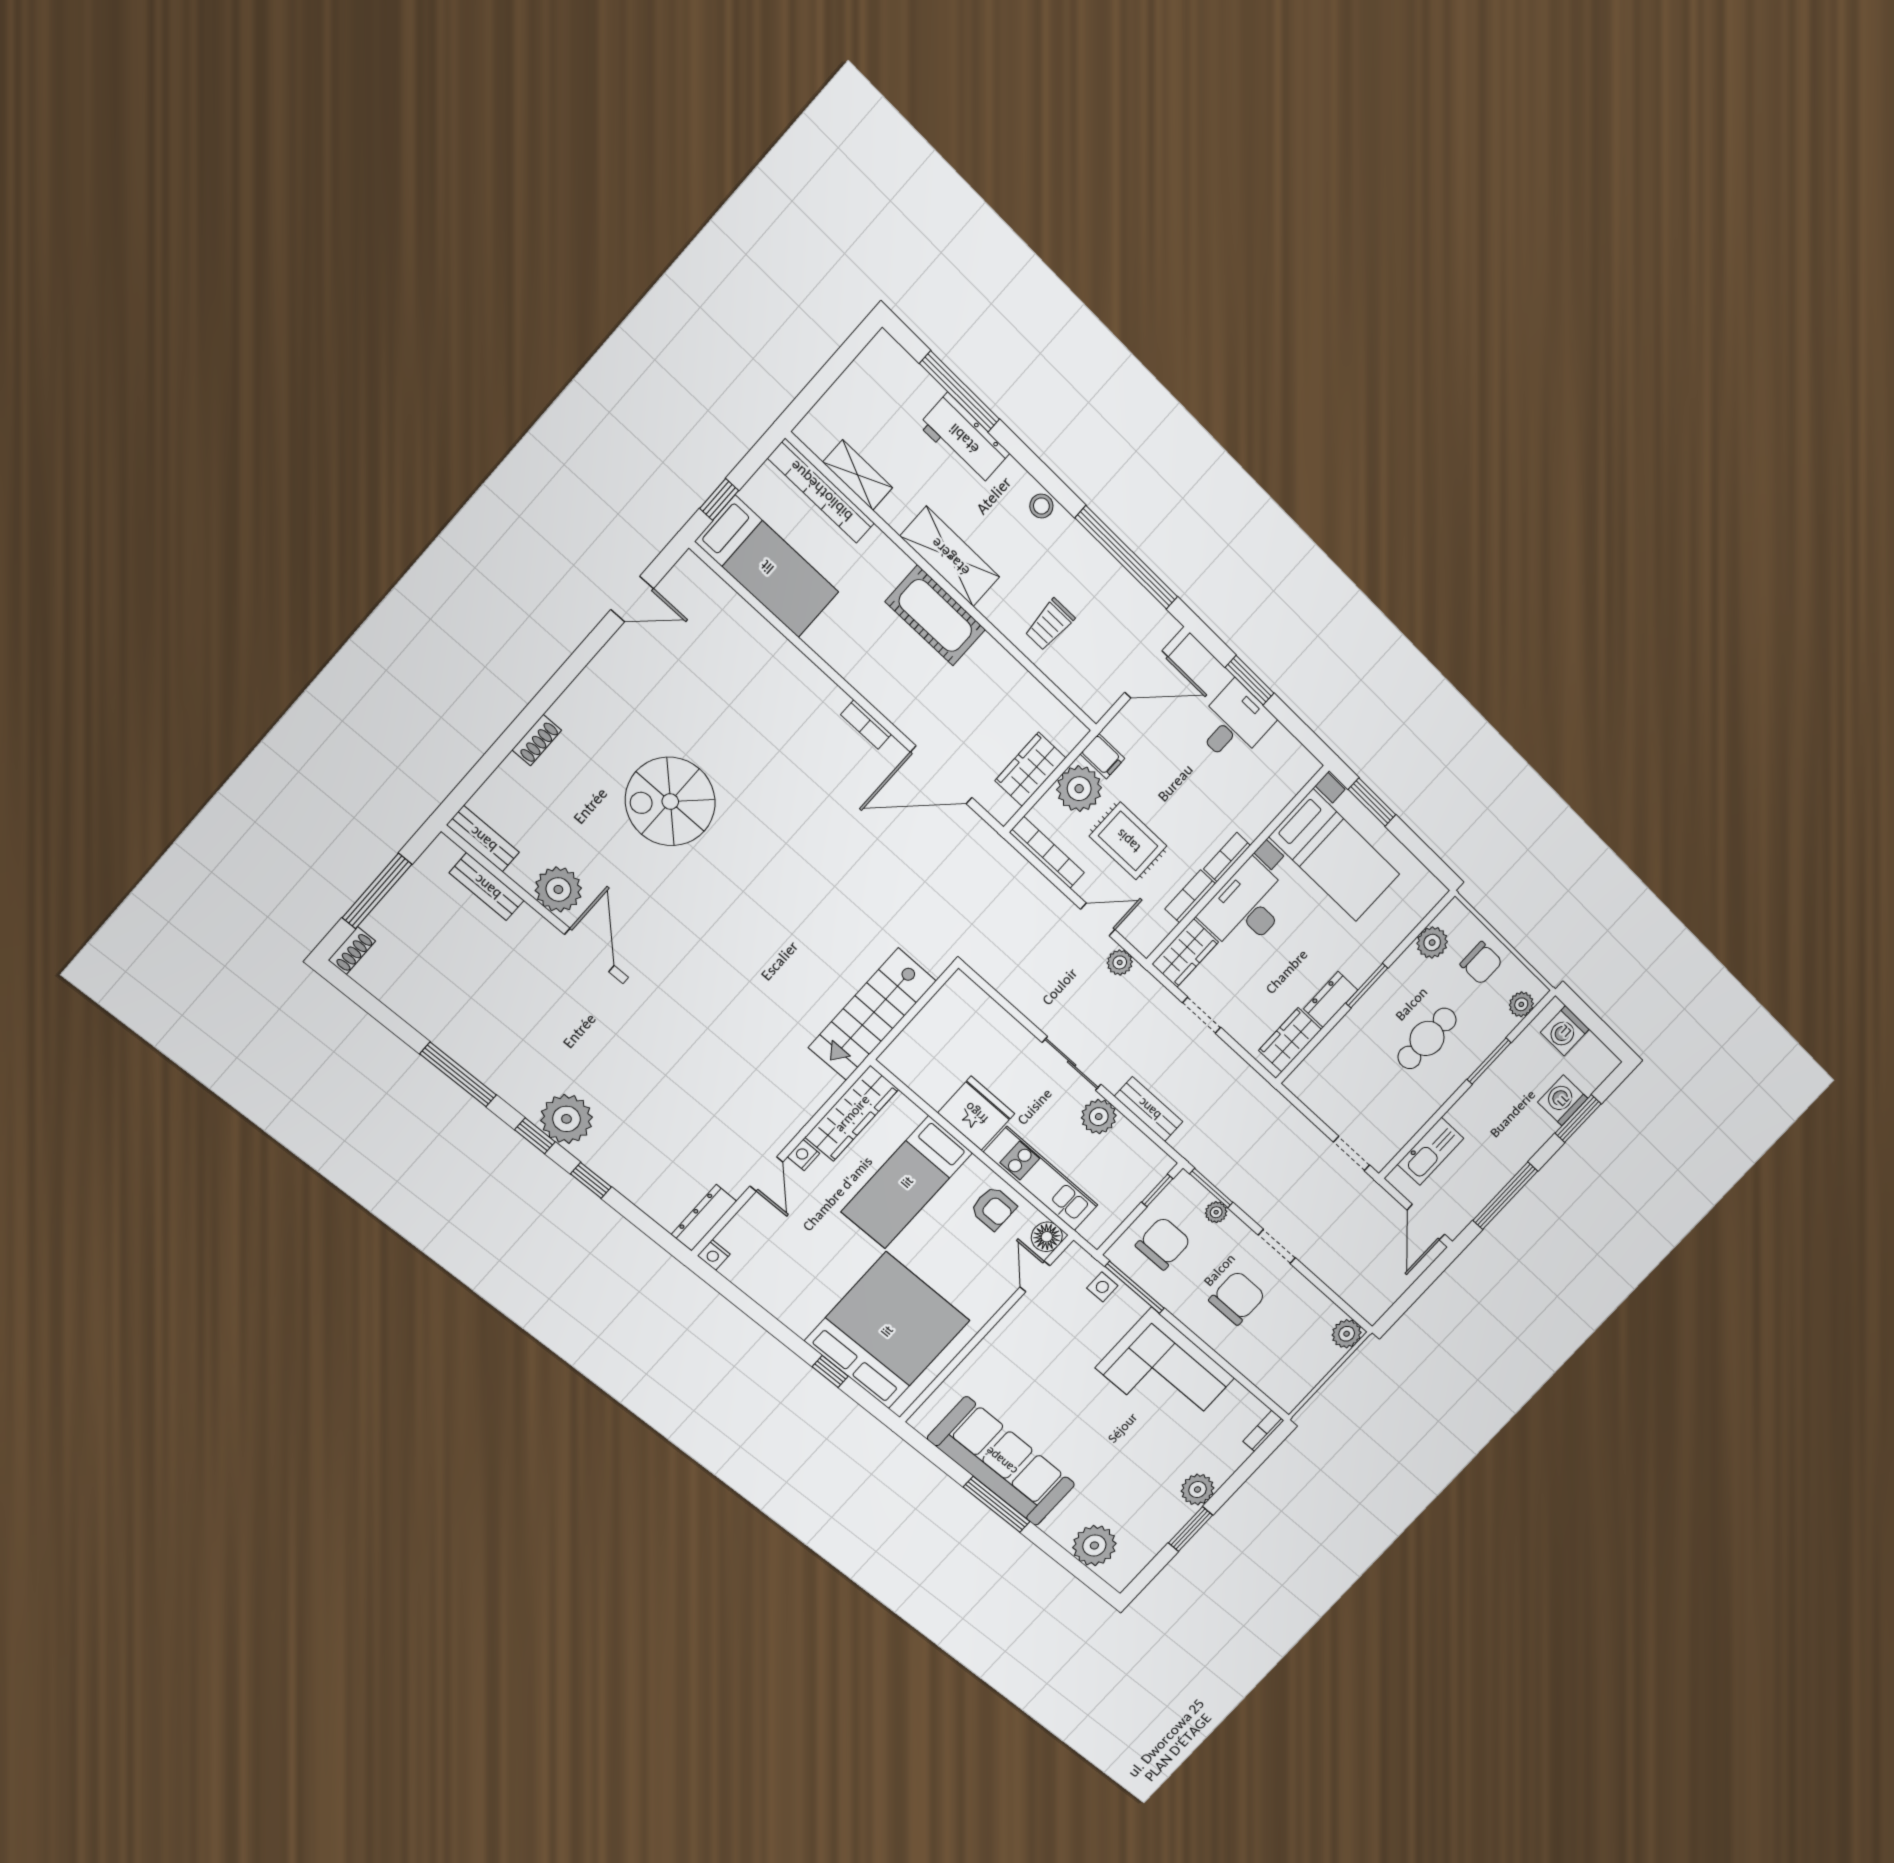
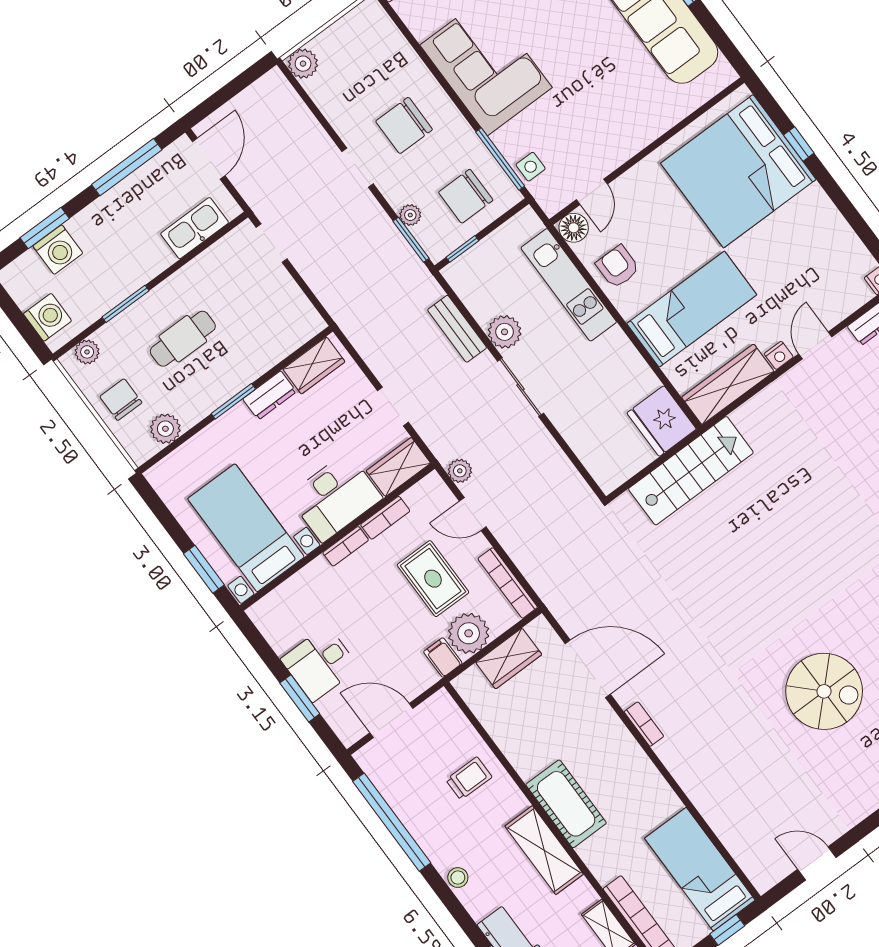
fridge: (976, 1113) -> (662, 421), moved

